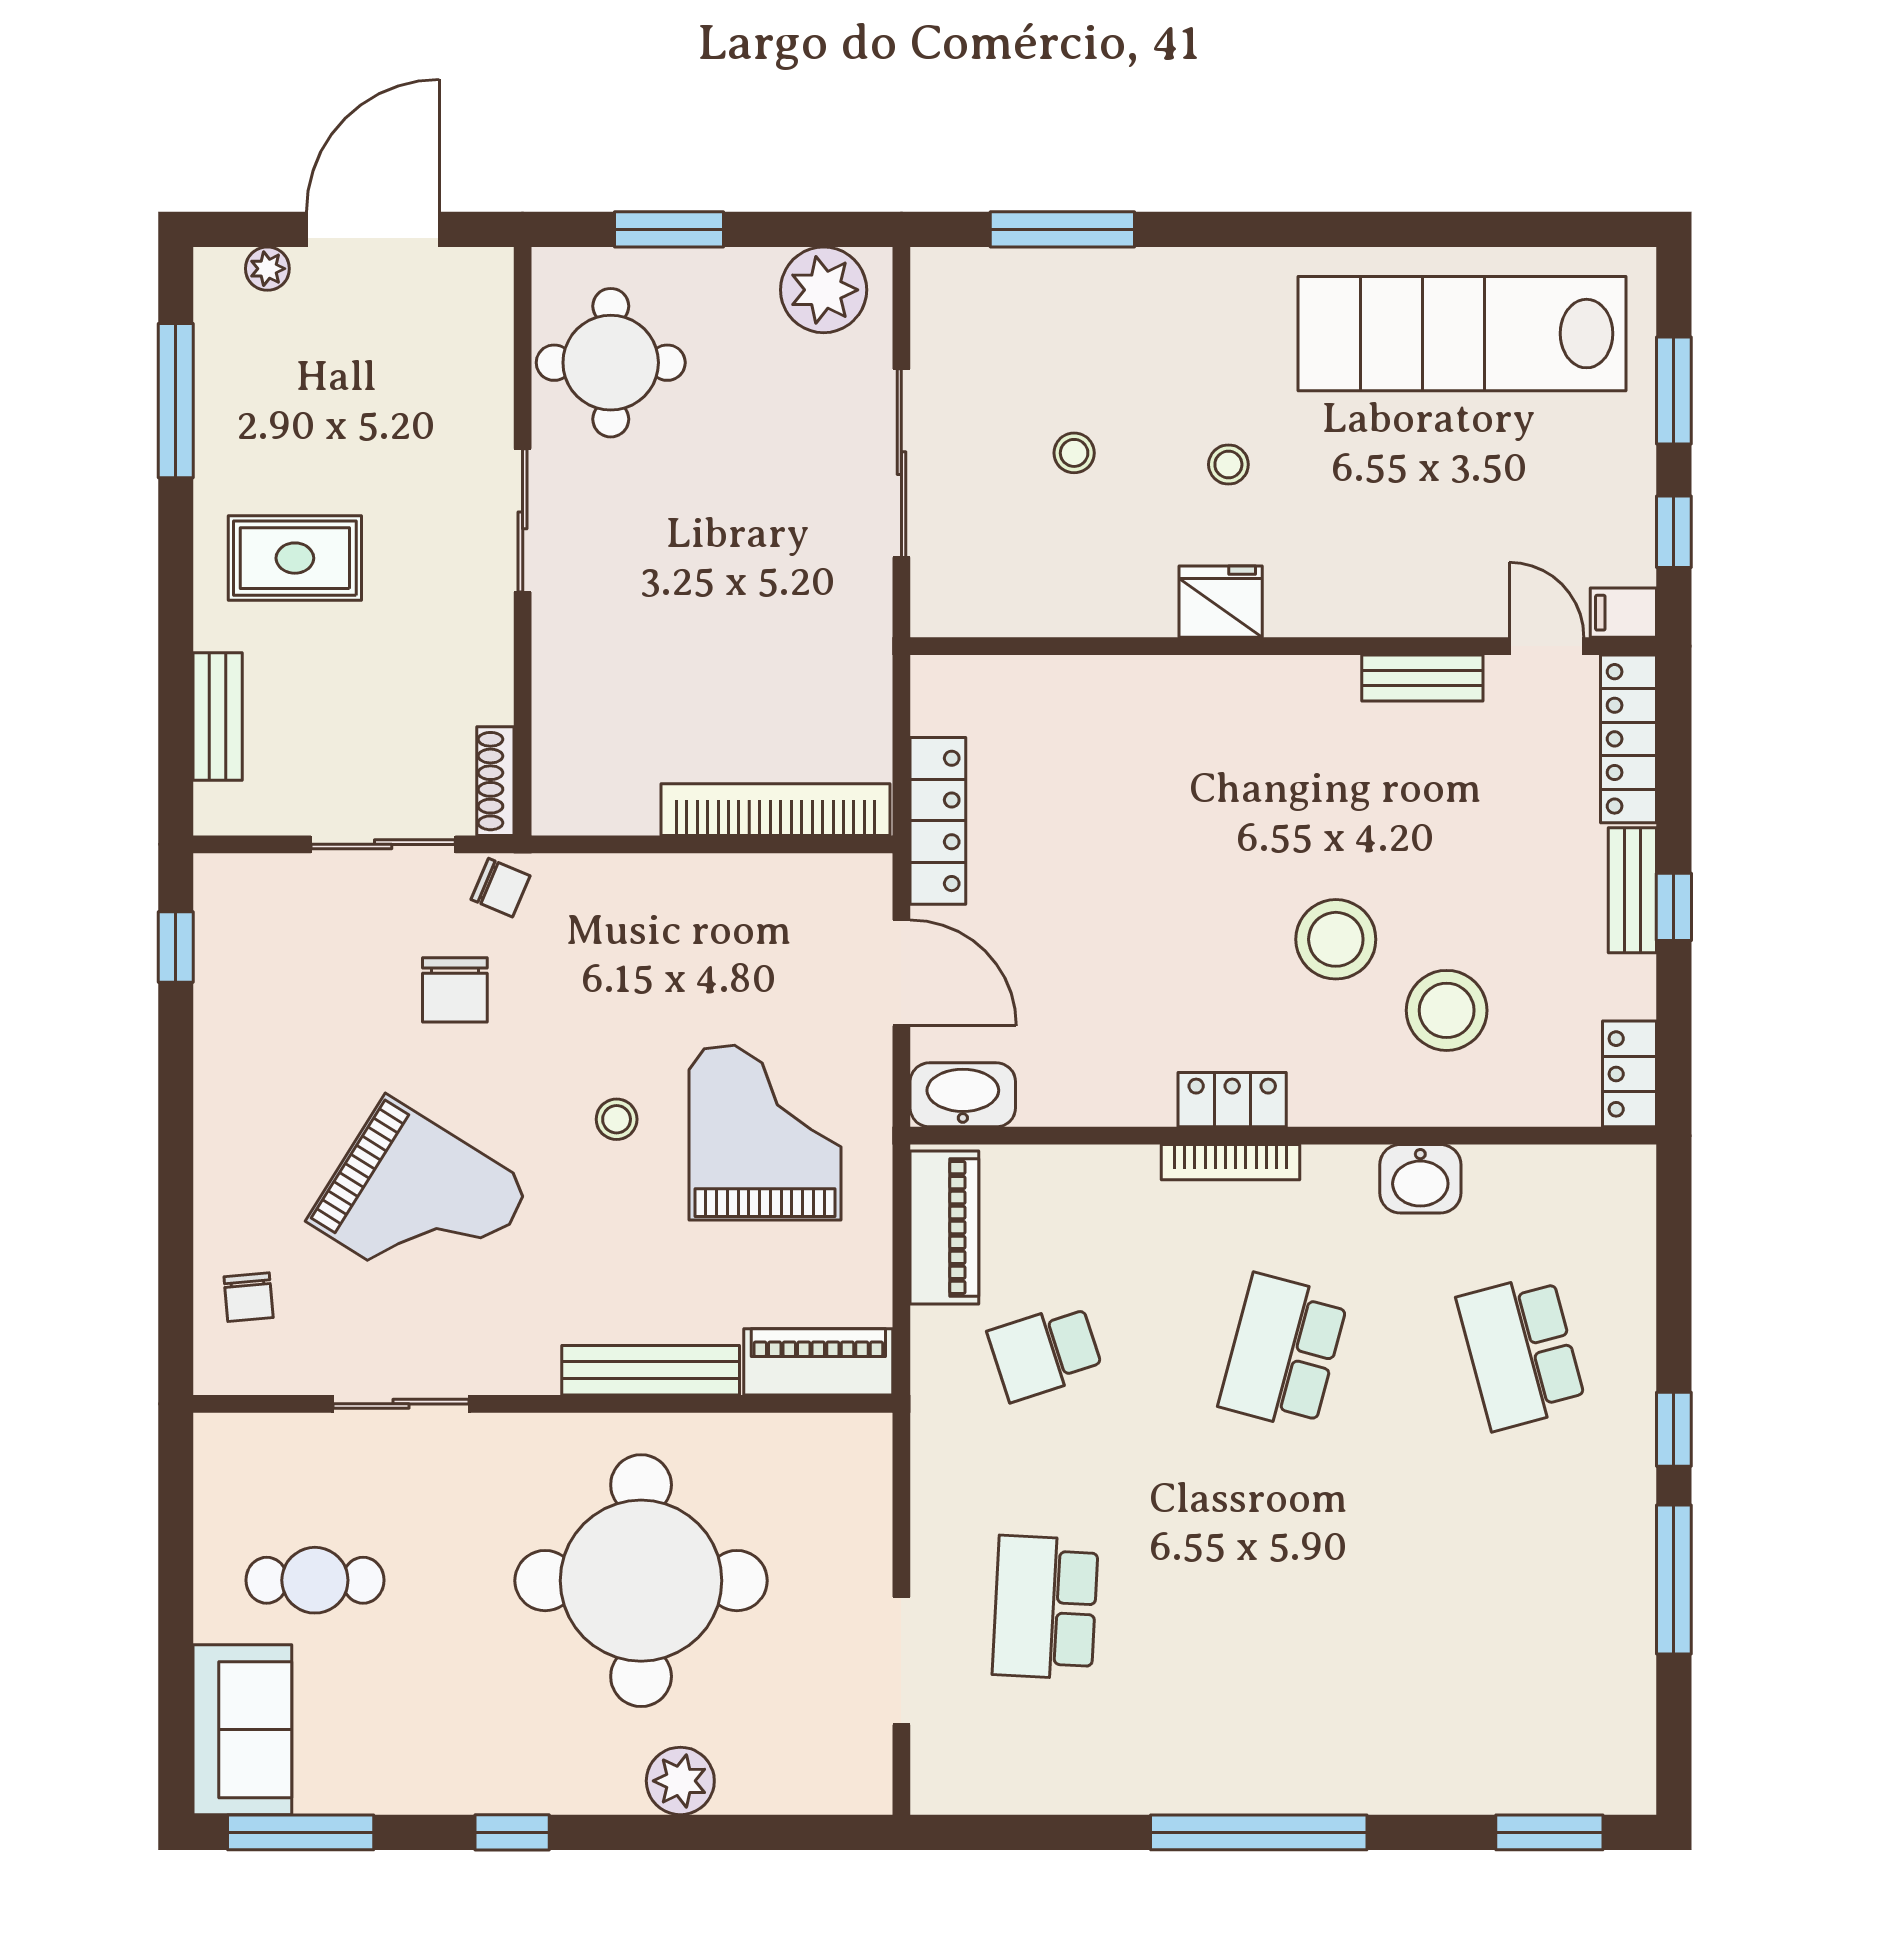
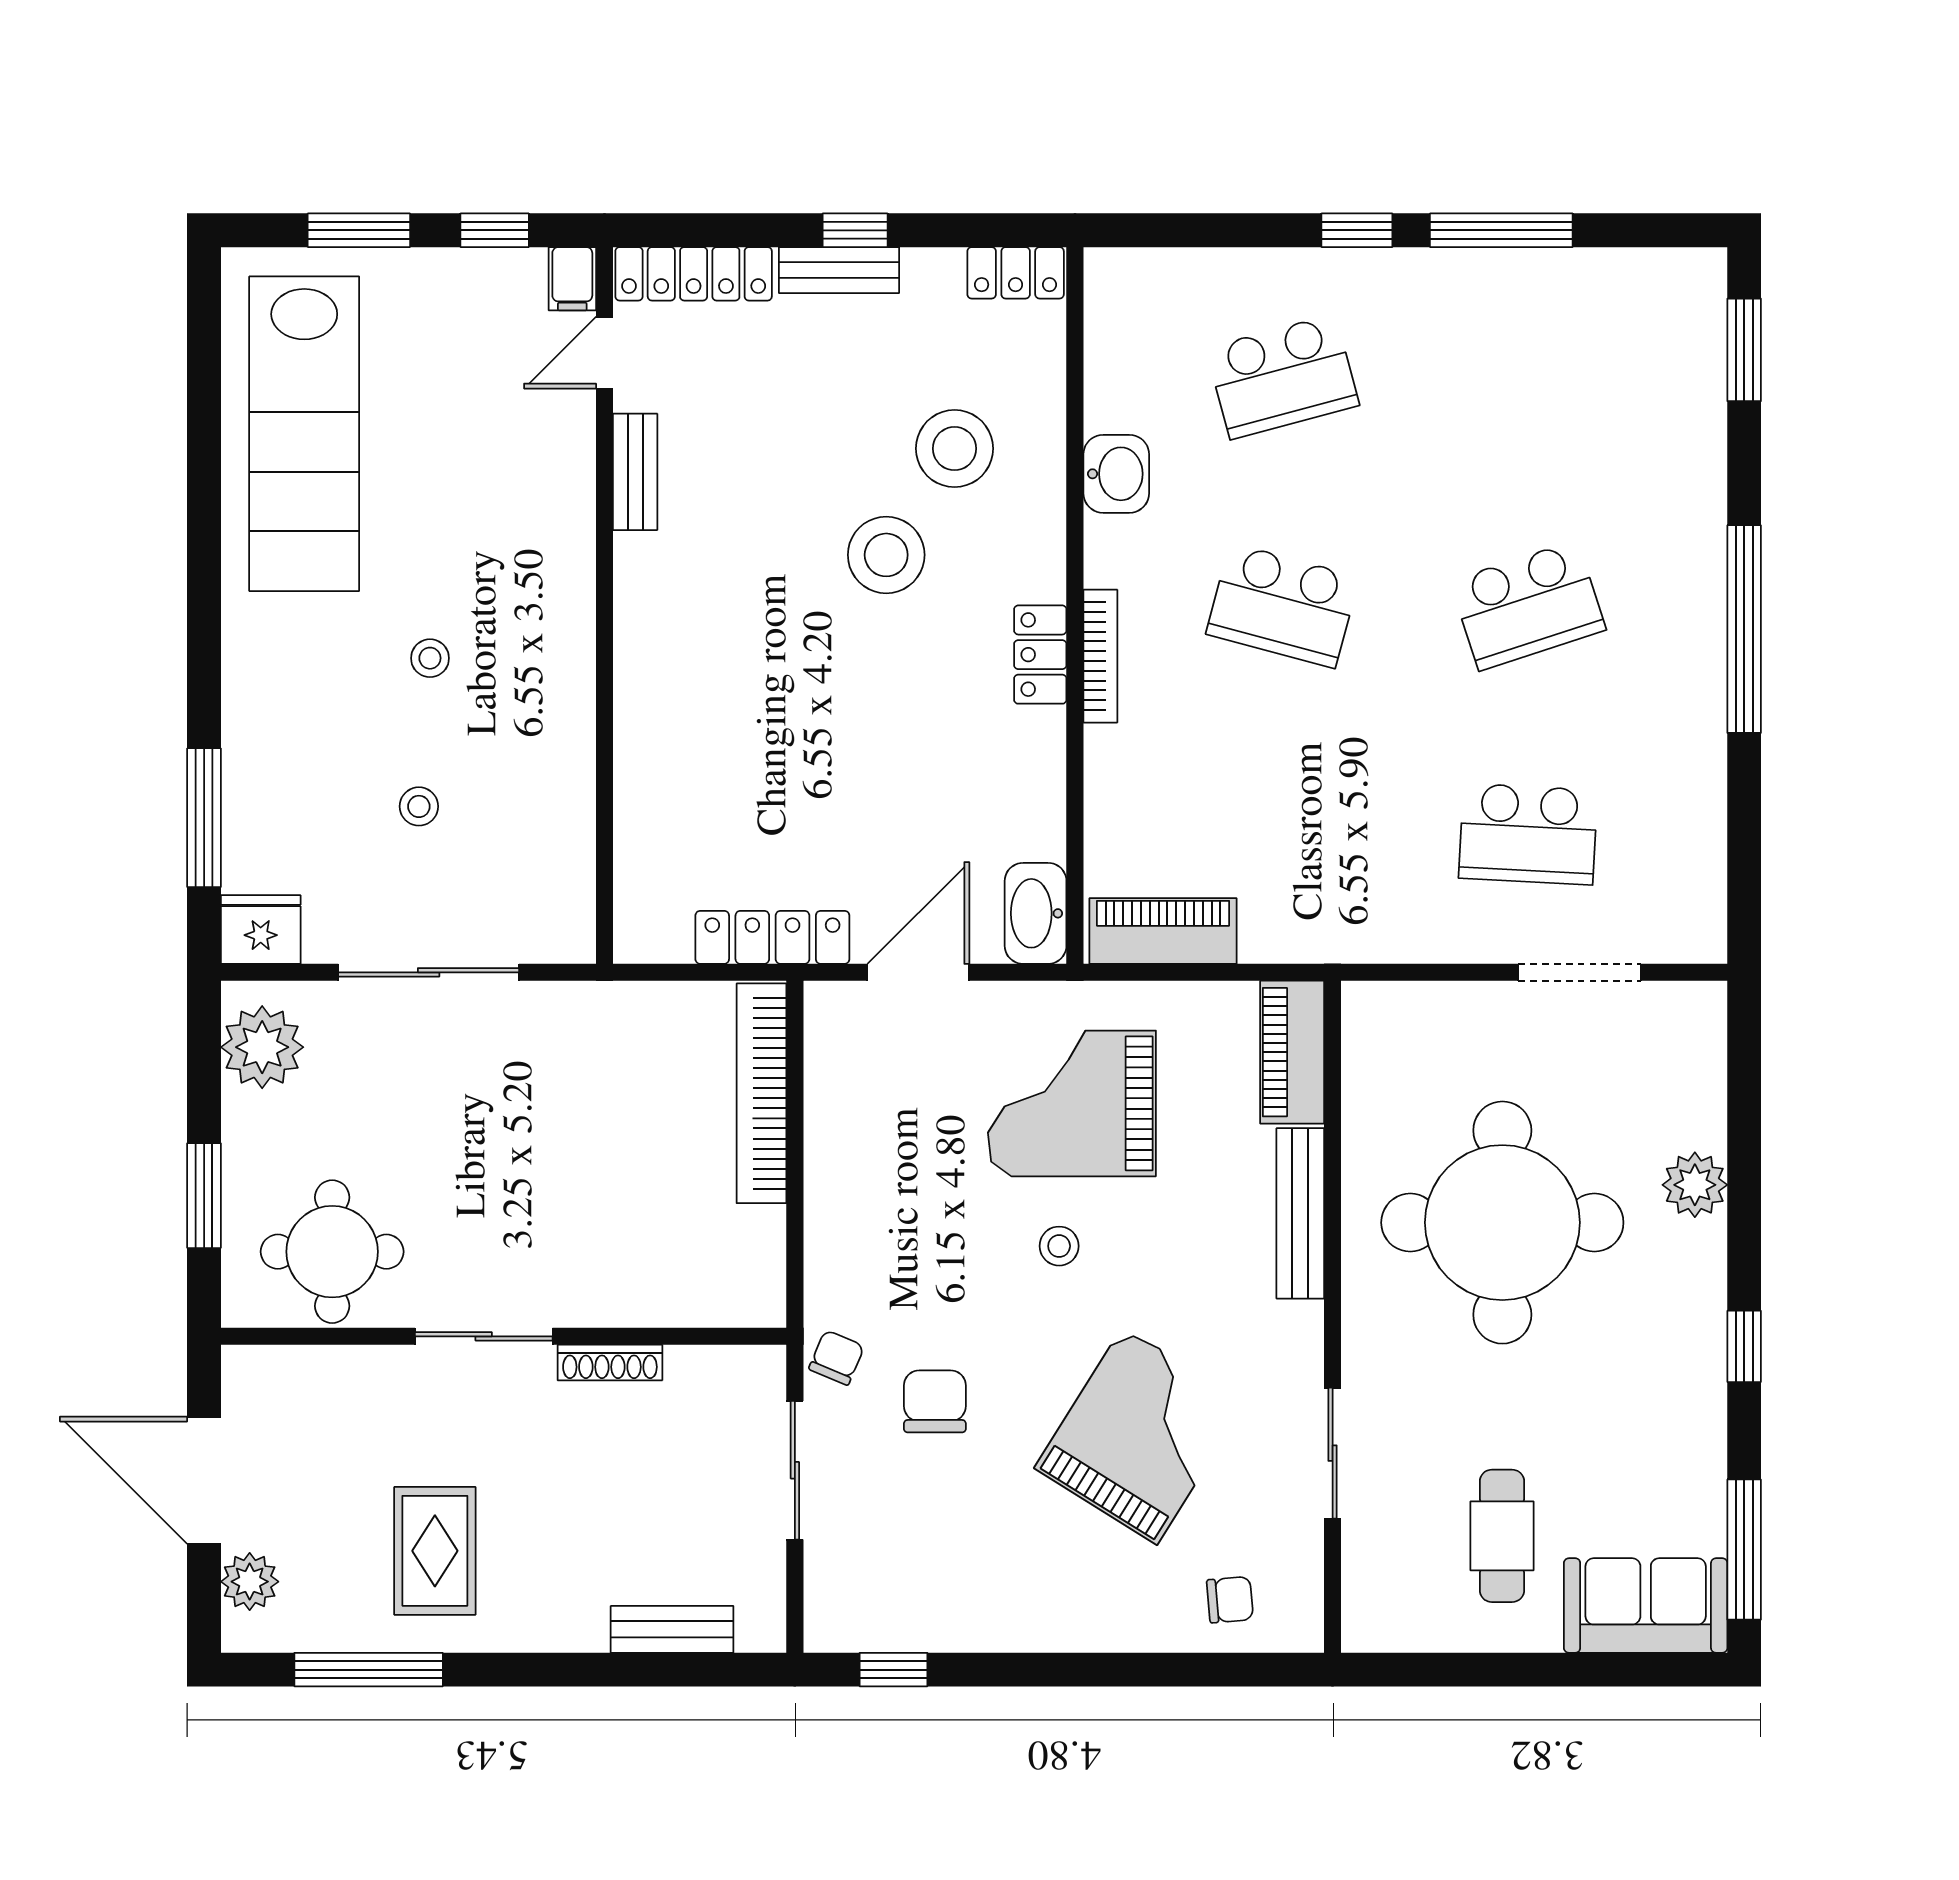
plant: (267, 269) -> (250, 1582), width x1.38, depth x1.38
rug: (295, 558) -> (435, 1551), moved
fridge: (1221, 602) -> (261, 930), moved, turned 90
shoe rack: (495, 781) -> (610, 1363), moved
chair: (455, 990) -> (935, 1401), turned -90
school desk: (1045, 1352) -> (1528, 605), moved, width x1.85

